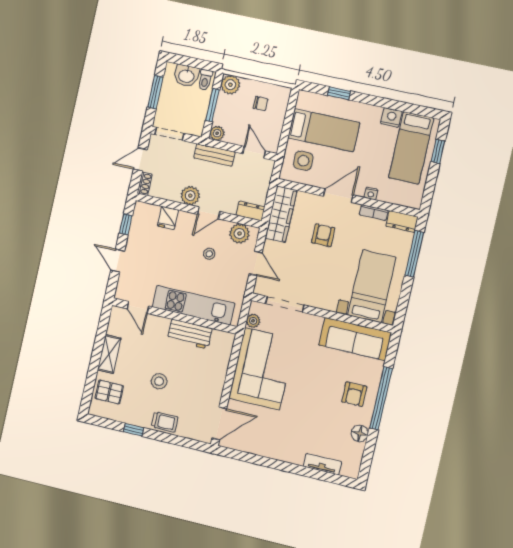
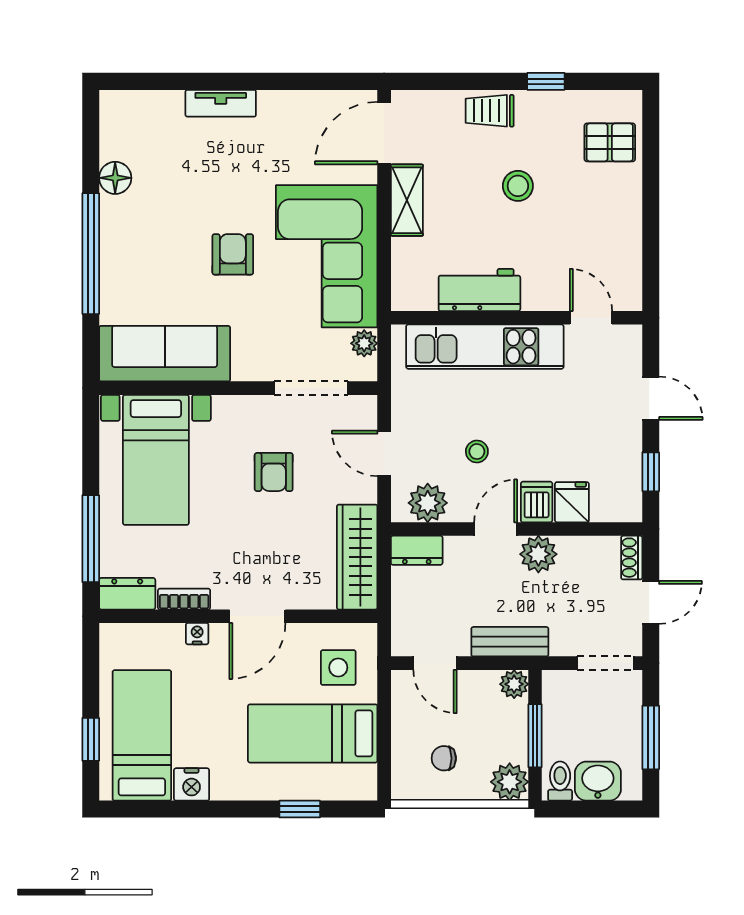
dishwasher: (185, 222) -> (537, 502), added
armchair: (323, 235) -> (274, 472), moved
shelving: (109, 354) -> (407, 200), moved
armchair: (354, 394) -> (233, 254), moved
tv unit: (322, 464) -> (221, 103), moved

